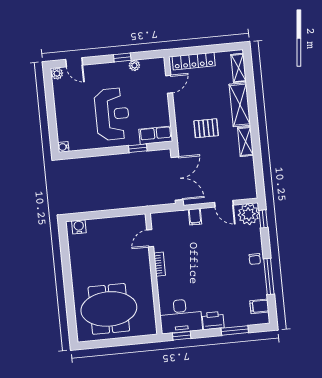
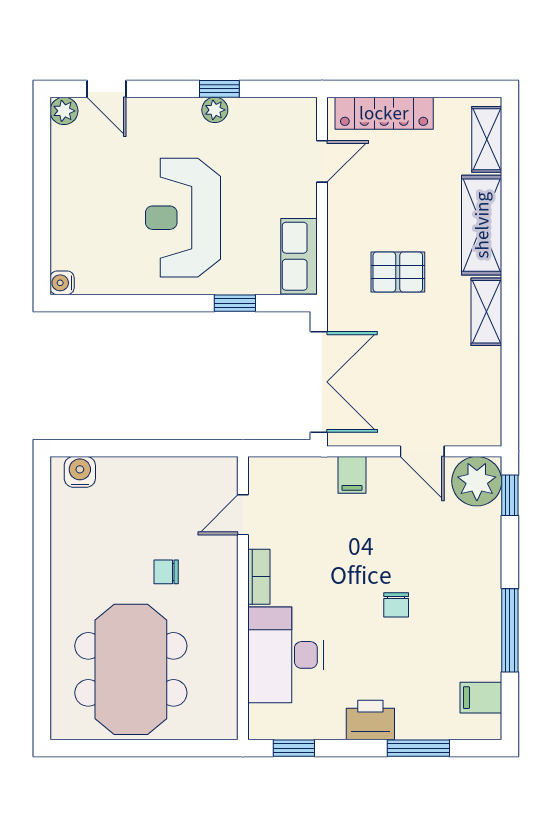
plant: (134, 65) -> (215, 110), moved
reception desk: (112, 114) -> (183, 218), turned 180
row of seats: (156, 135) -> (299, 256), moved, turned -90
chair: (255, 259) -> (396, 605), moved
chair: (120, 266) -> (166, 572), added
meeting table: (109, 309) -> (131, 669), turned 90
desk: (181, 316) -> (286, 655), moved, turned 90

